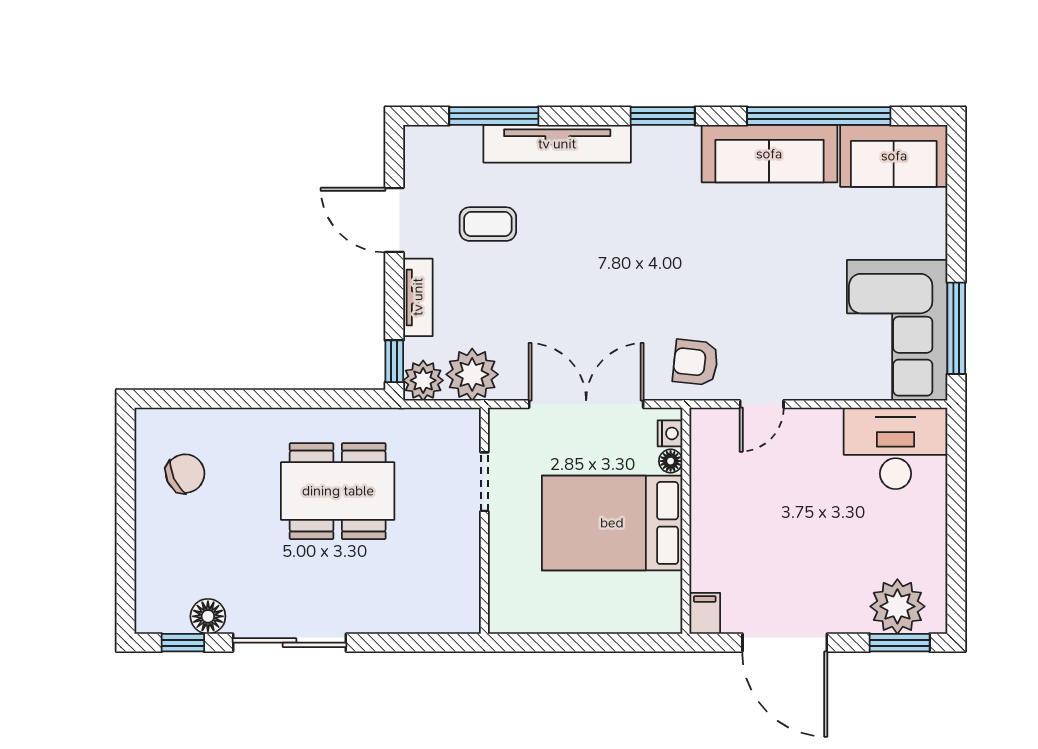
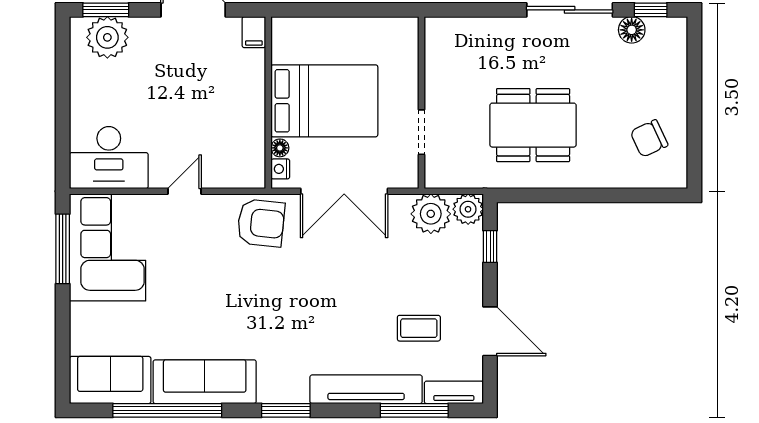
tv unit: (418, 297) -> (454, 392), moved, turned 90
window: (394, 361) -> (490, 246), moved
armchair: (695, 362) -> (261, 223), width x1.38, depth x1.38
door: (762, 404) -> (185, 191), moved

